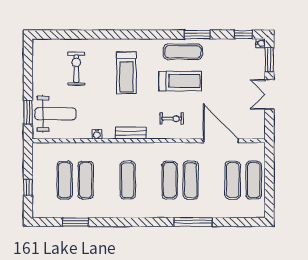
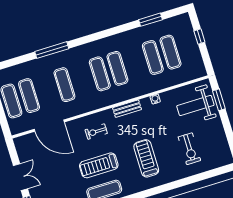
exercise mat: (170, 180) -> (100, 74), moved

